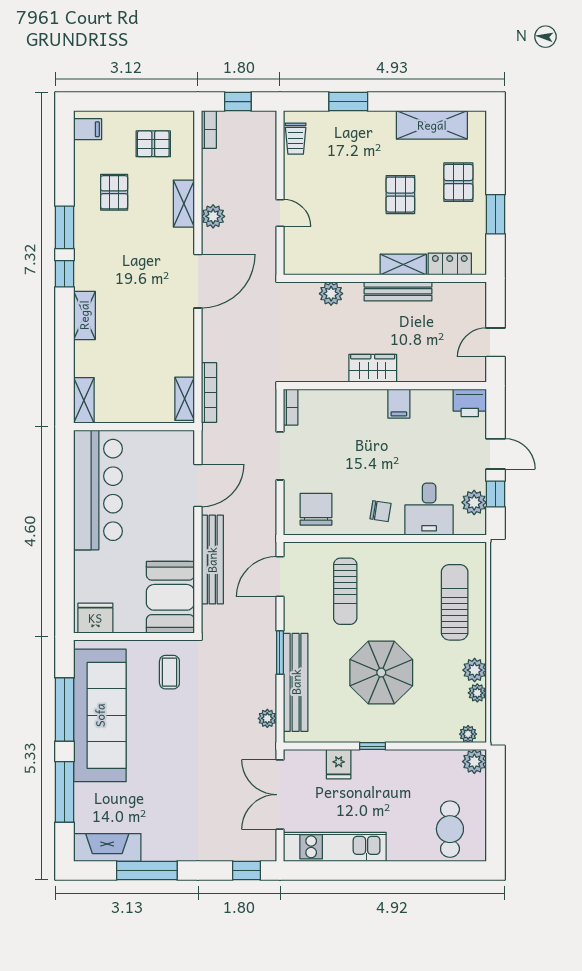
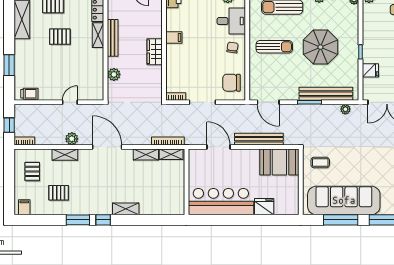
shelving: (84, 400) -> (146, 155), moved
sun lounger: (345, 591) -> (274, 47), moved
fridge: (95, 618) -> (264, 207), moved, turned 90

